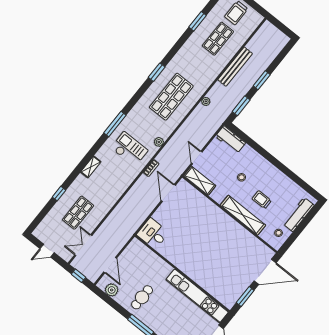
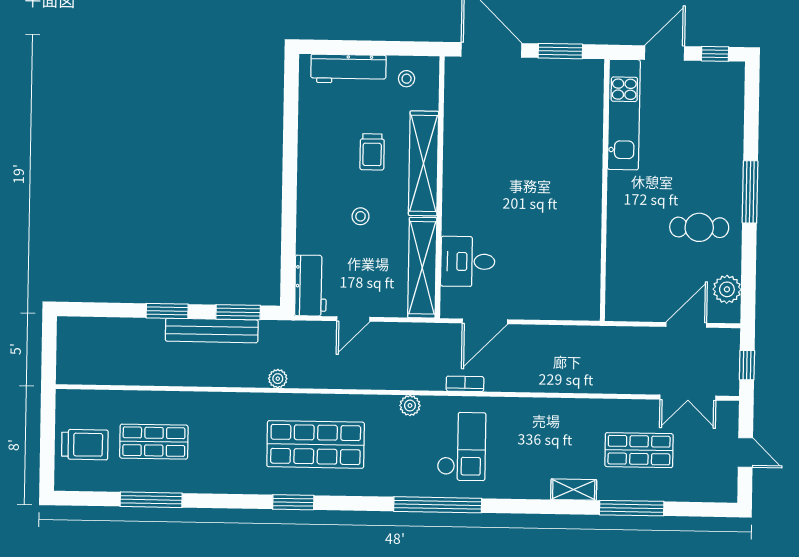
window: (198, 21) -> (151, 500), width x1.44
bench: (235, 67) -> (212, 330), moved
window: (115, 124) -> (438, 505), width x1.46
checkout: (129, 149) -> (462, 446), turned 180
door: (197, 158) -> (353, 319), moved
shelving: (91, 167) -> (574, 490), moved
shelving: (200, 181) -> (422, 268), width x1.47
window: (59, 194) -> (632, 508), width x2.17
desk: (153, 234) -> (468, 262), moved, turned 90
kitchen unit: (197, 296) -> (624, 115), width x0.73

